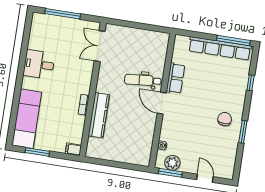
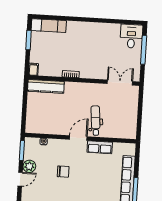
desk: (39, 64) -> (131, 36), moved
kitchen counter: (99, 115) -> (46, 86), moved
exam couch: (27, 119) -> (49, 26), width x0.73, depth x0.69
chair: (225, 119) -> (63, 172), moved
plant: (172, 163) -> (29, 166), moved

